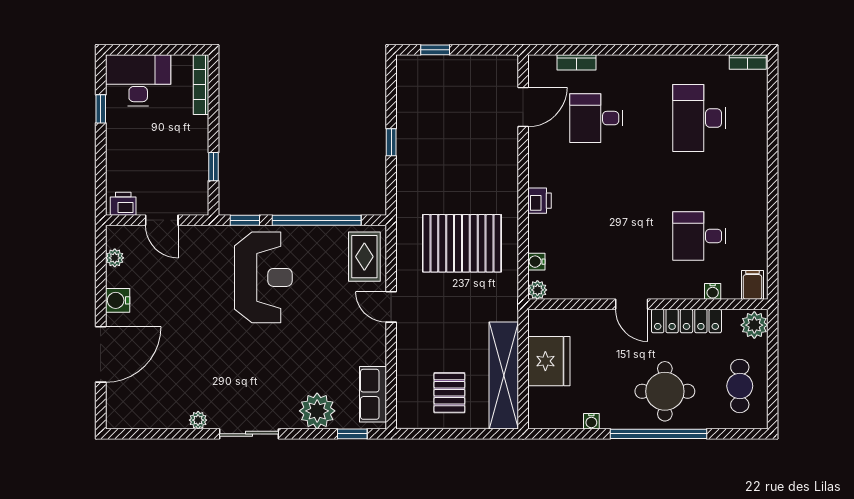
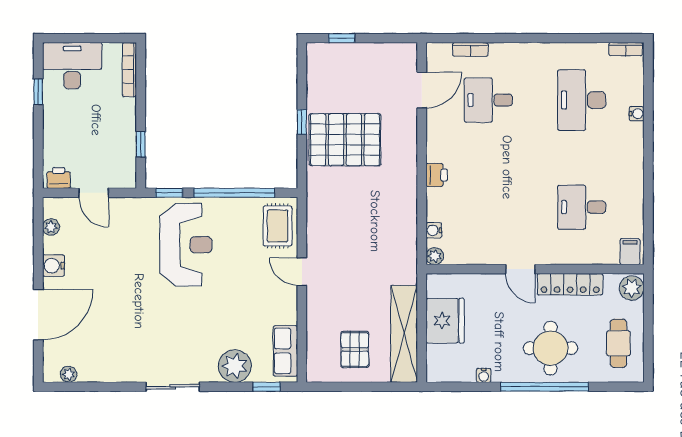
pallet: (462, 243) -> (345, 140), moved
water cooler: (713, 291) -> (637, 114), moved, turned -90
plant: (198, 420) -> (69, 374), moved

